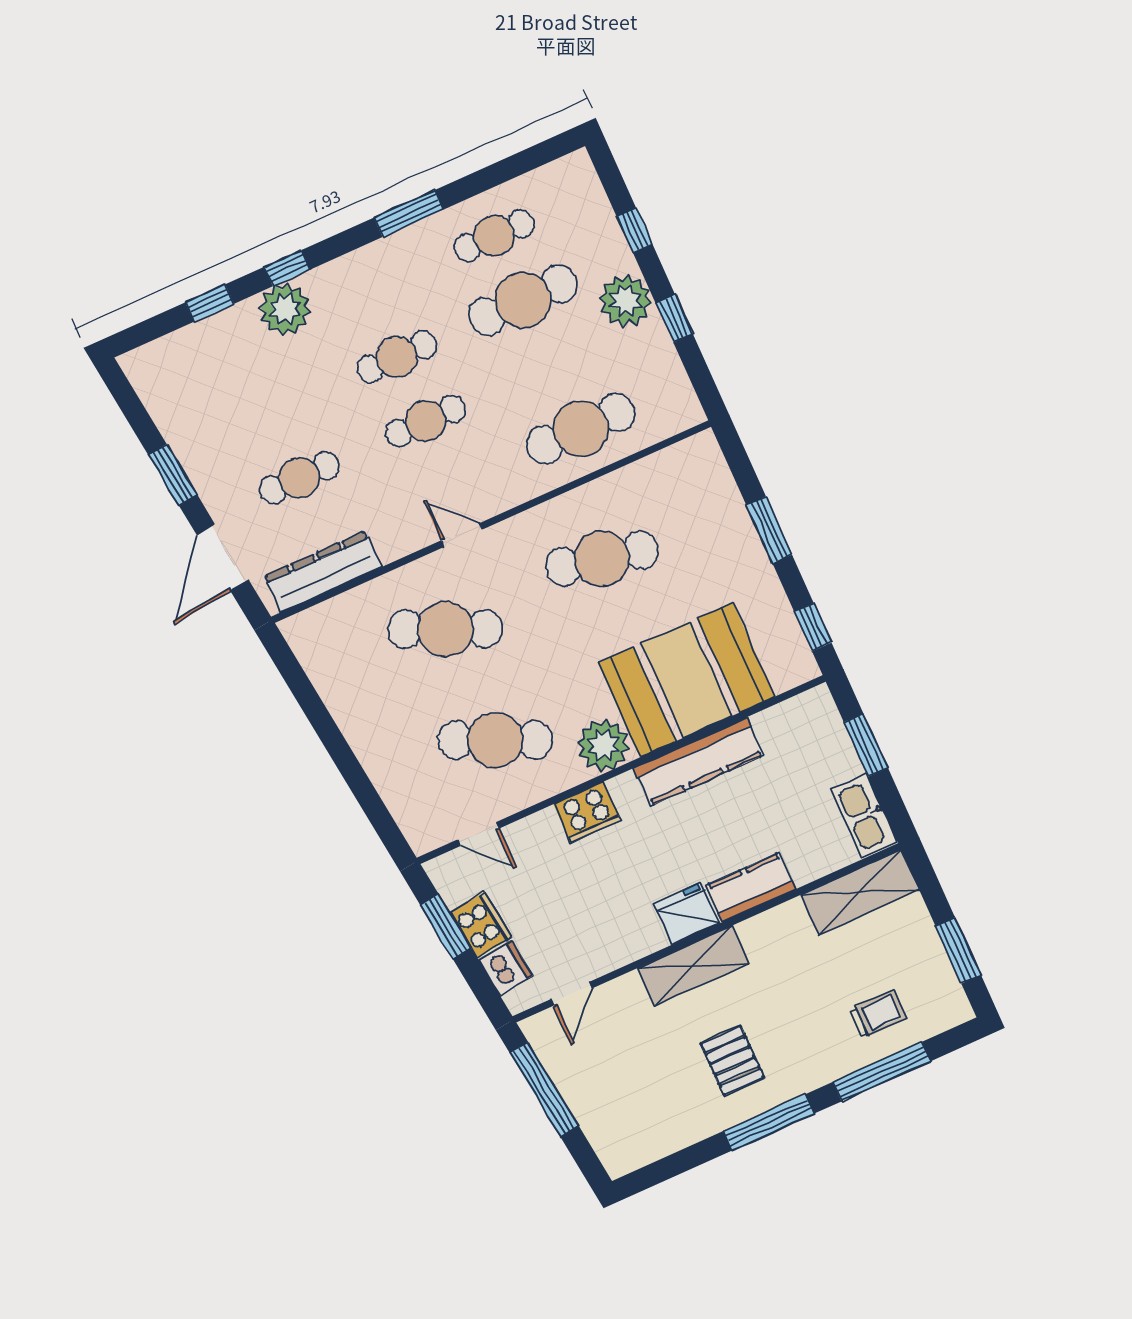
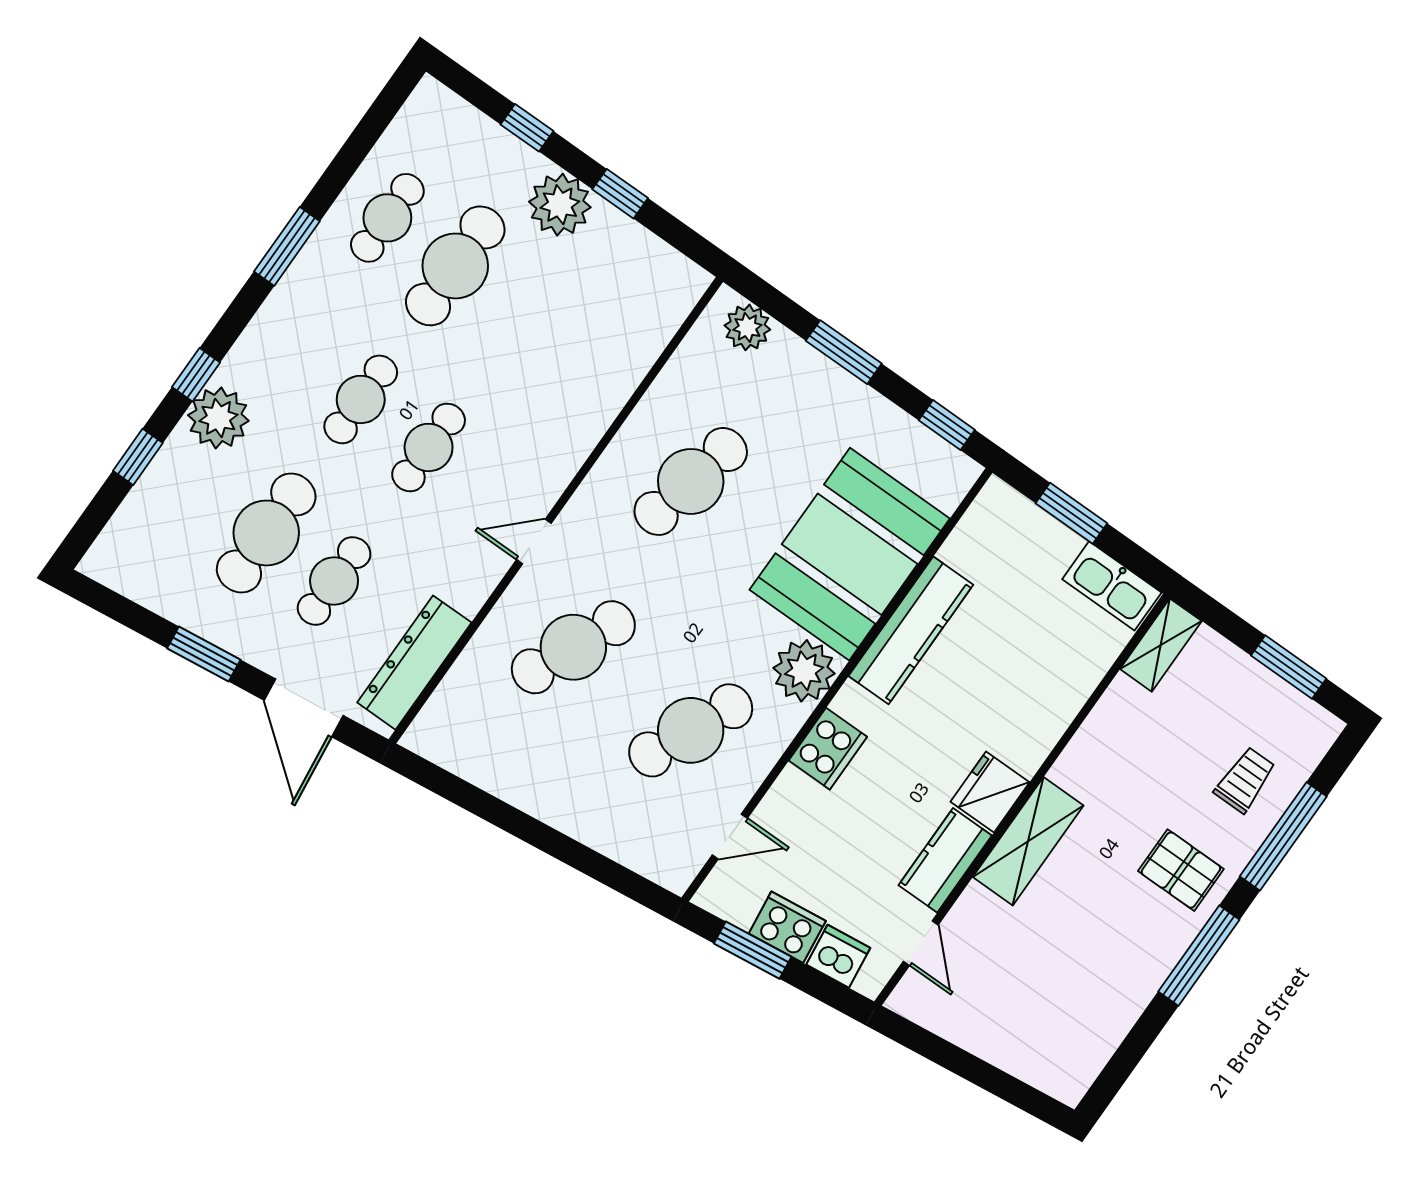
cafe table: (581, 429) -> (266, 533), moved
plant: (709, 471) -> (747, 327), added
kitchen counter: (751, 887) -> (945, 860), moved
shelving: (860, 892) -> (1161, 645), width x0.67, depth x0.75
pallet: (732, 1061) -> (1181, 870), moved
window: (544, 1090) -> (951, 1057), removed

